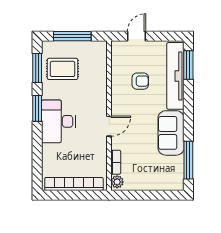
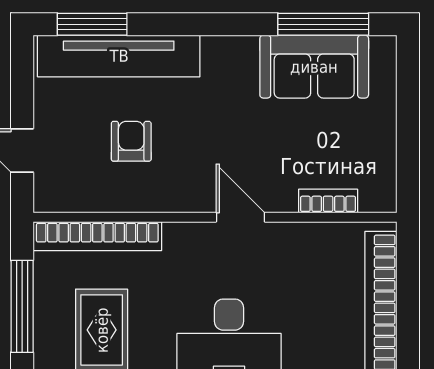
bookcase: (101, 67) -> (97, 236), added
sofa: (171, 133) -> (314, 67), moved
plant: (117, 182) -> (376, 197), removed

